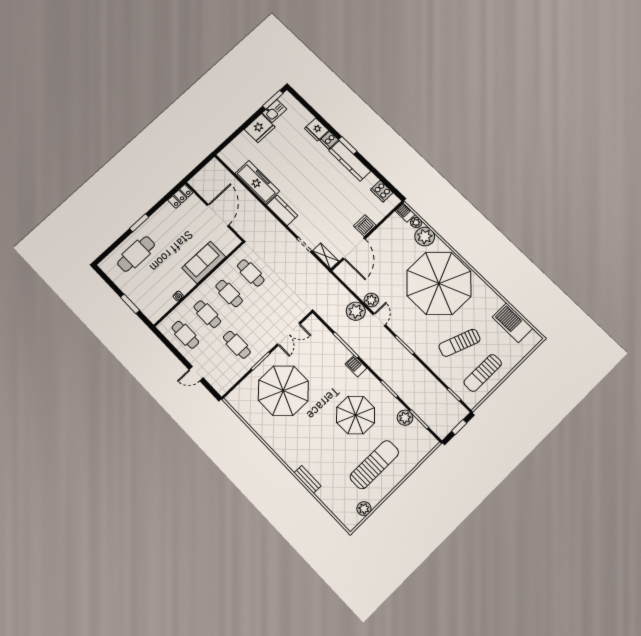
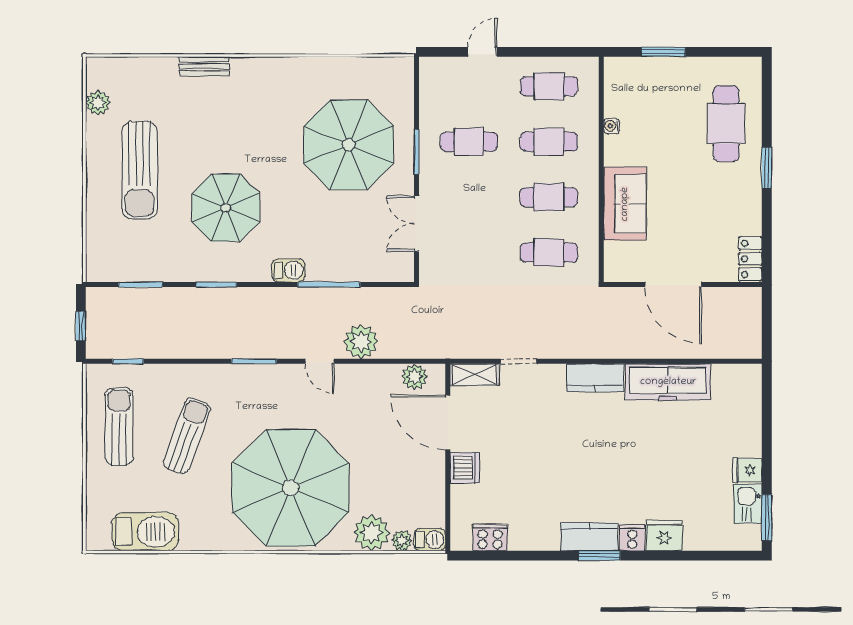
fridge: (260, 128) -> (748, 470), width x0.53, depth x0.75
kitchen counter: (350, 161) -> (589, 537), width x0.67
plant: (371, 300) -> (415, 377), moved
plant: (405, 418) -> (160, 268), removed

